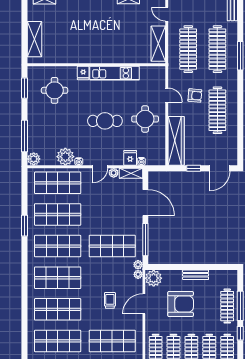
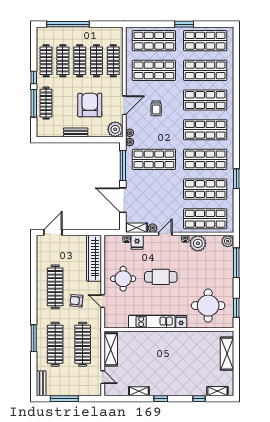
round table: (55, 90) -> (208, 306), width x1.36, depth x1.36
window: (194, 168) -> (78, 233), removed
armchair: (181, 304) -> (90, 105), turned 90

